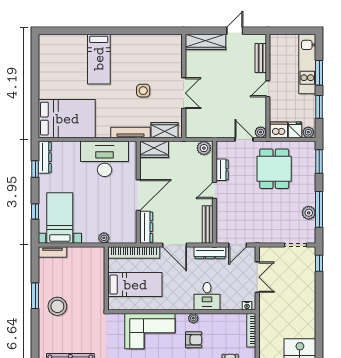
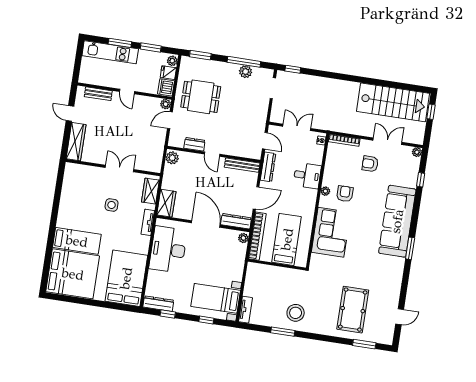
bed: (63, 60) -> (73, 274), added
tv unit: (131, 132) -> (148, 222), width x0.71
plant: (104, 238) -> (243, 238), moved

